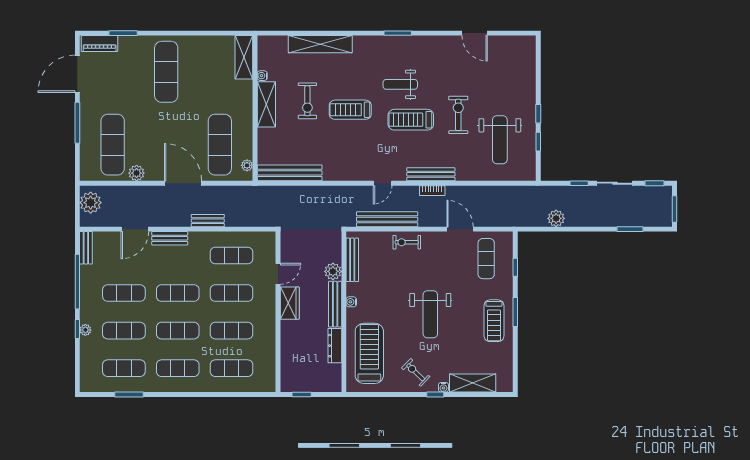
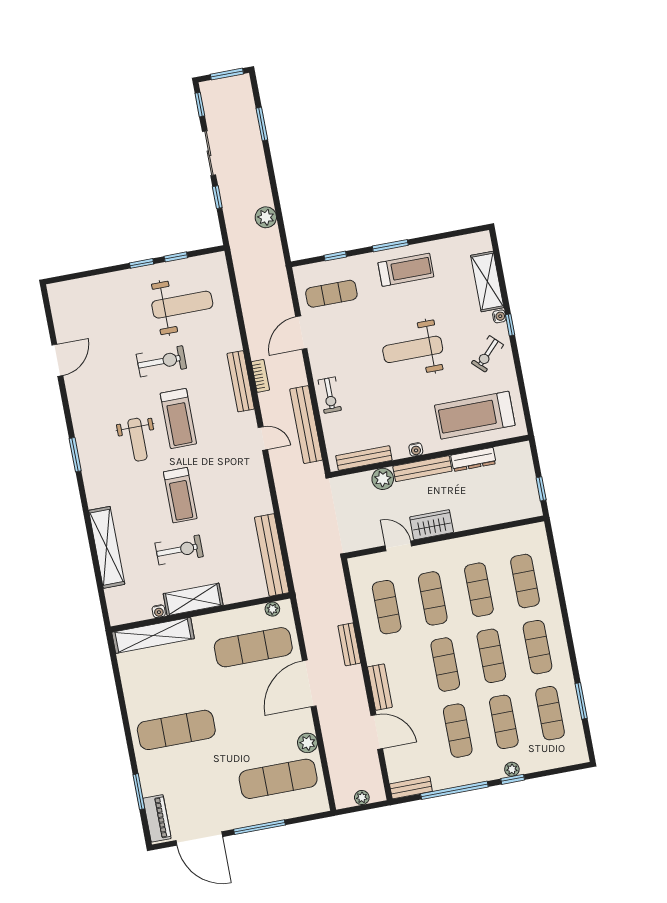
shelving: (244, 57) -> (153, 635), width x1.47
exercise bike: (458, 115) -> (161, 361), turned 180
plant: (91, 203) -> (362, 798), width x0.53, depth x0.53
weight bench: (430, 314) -> (413, 349), turned 180

